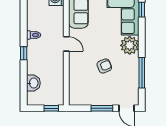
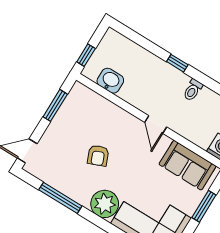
door: (66, 44) -> (156, 125), hinge flipped
washbasin: (33, 83) -> (110, 81), moved, turned 180
window: (102, 108) -> (55, 105), moved

